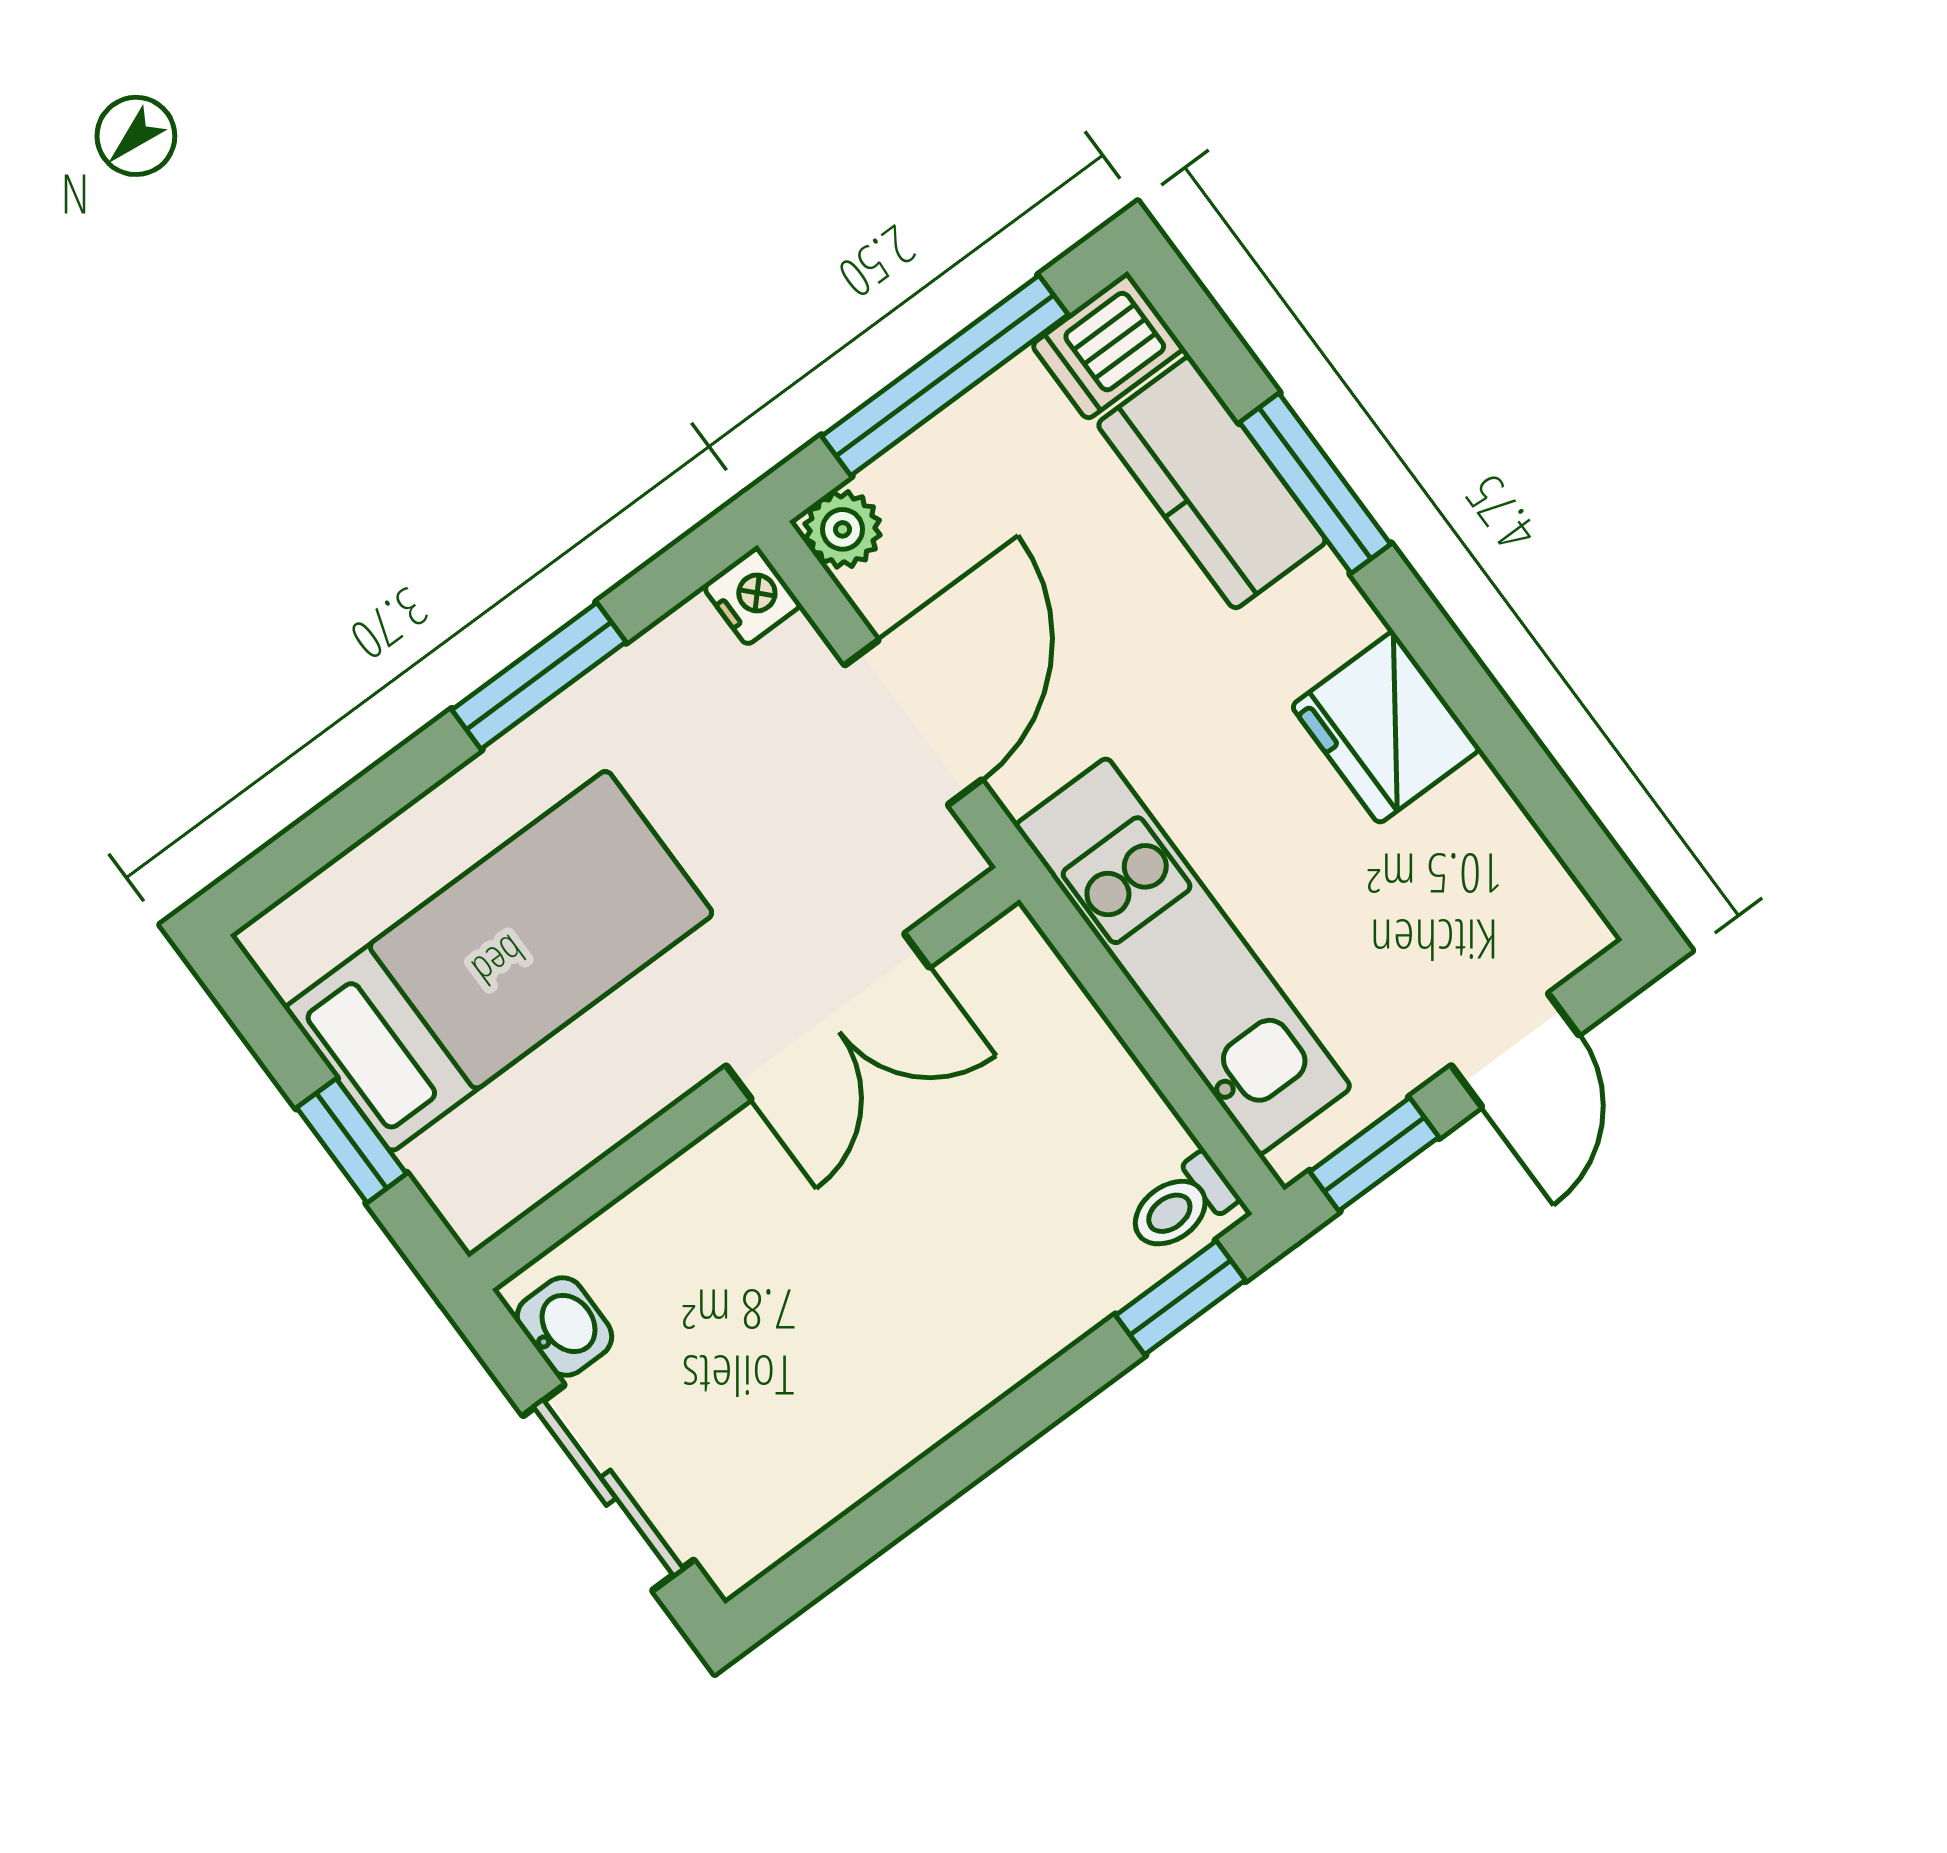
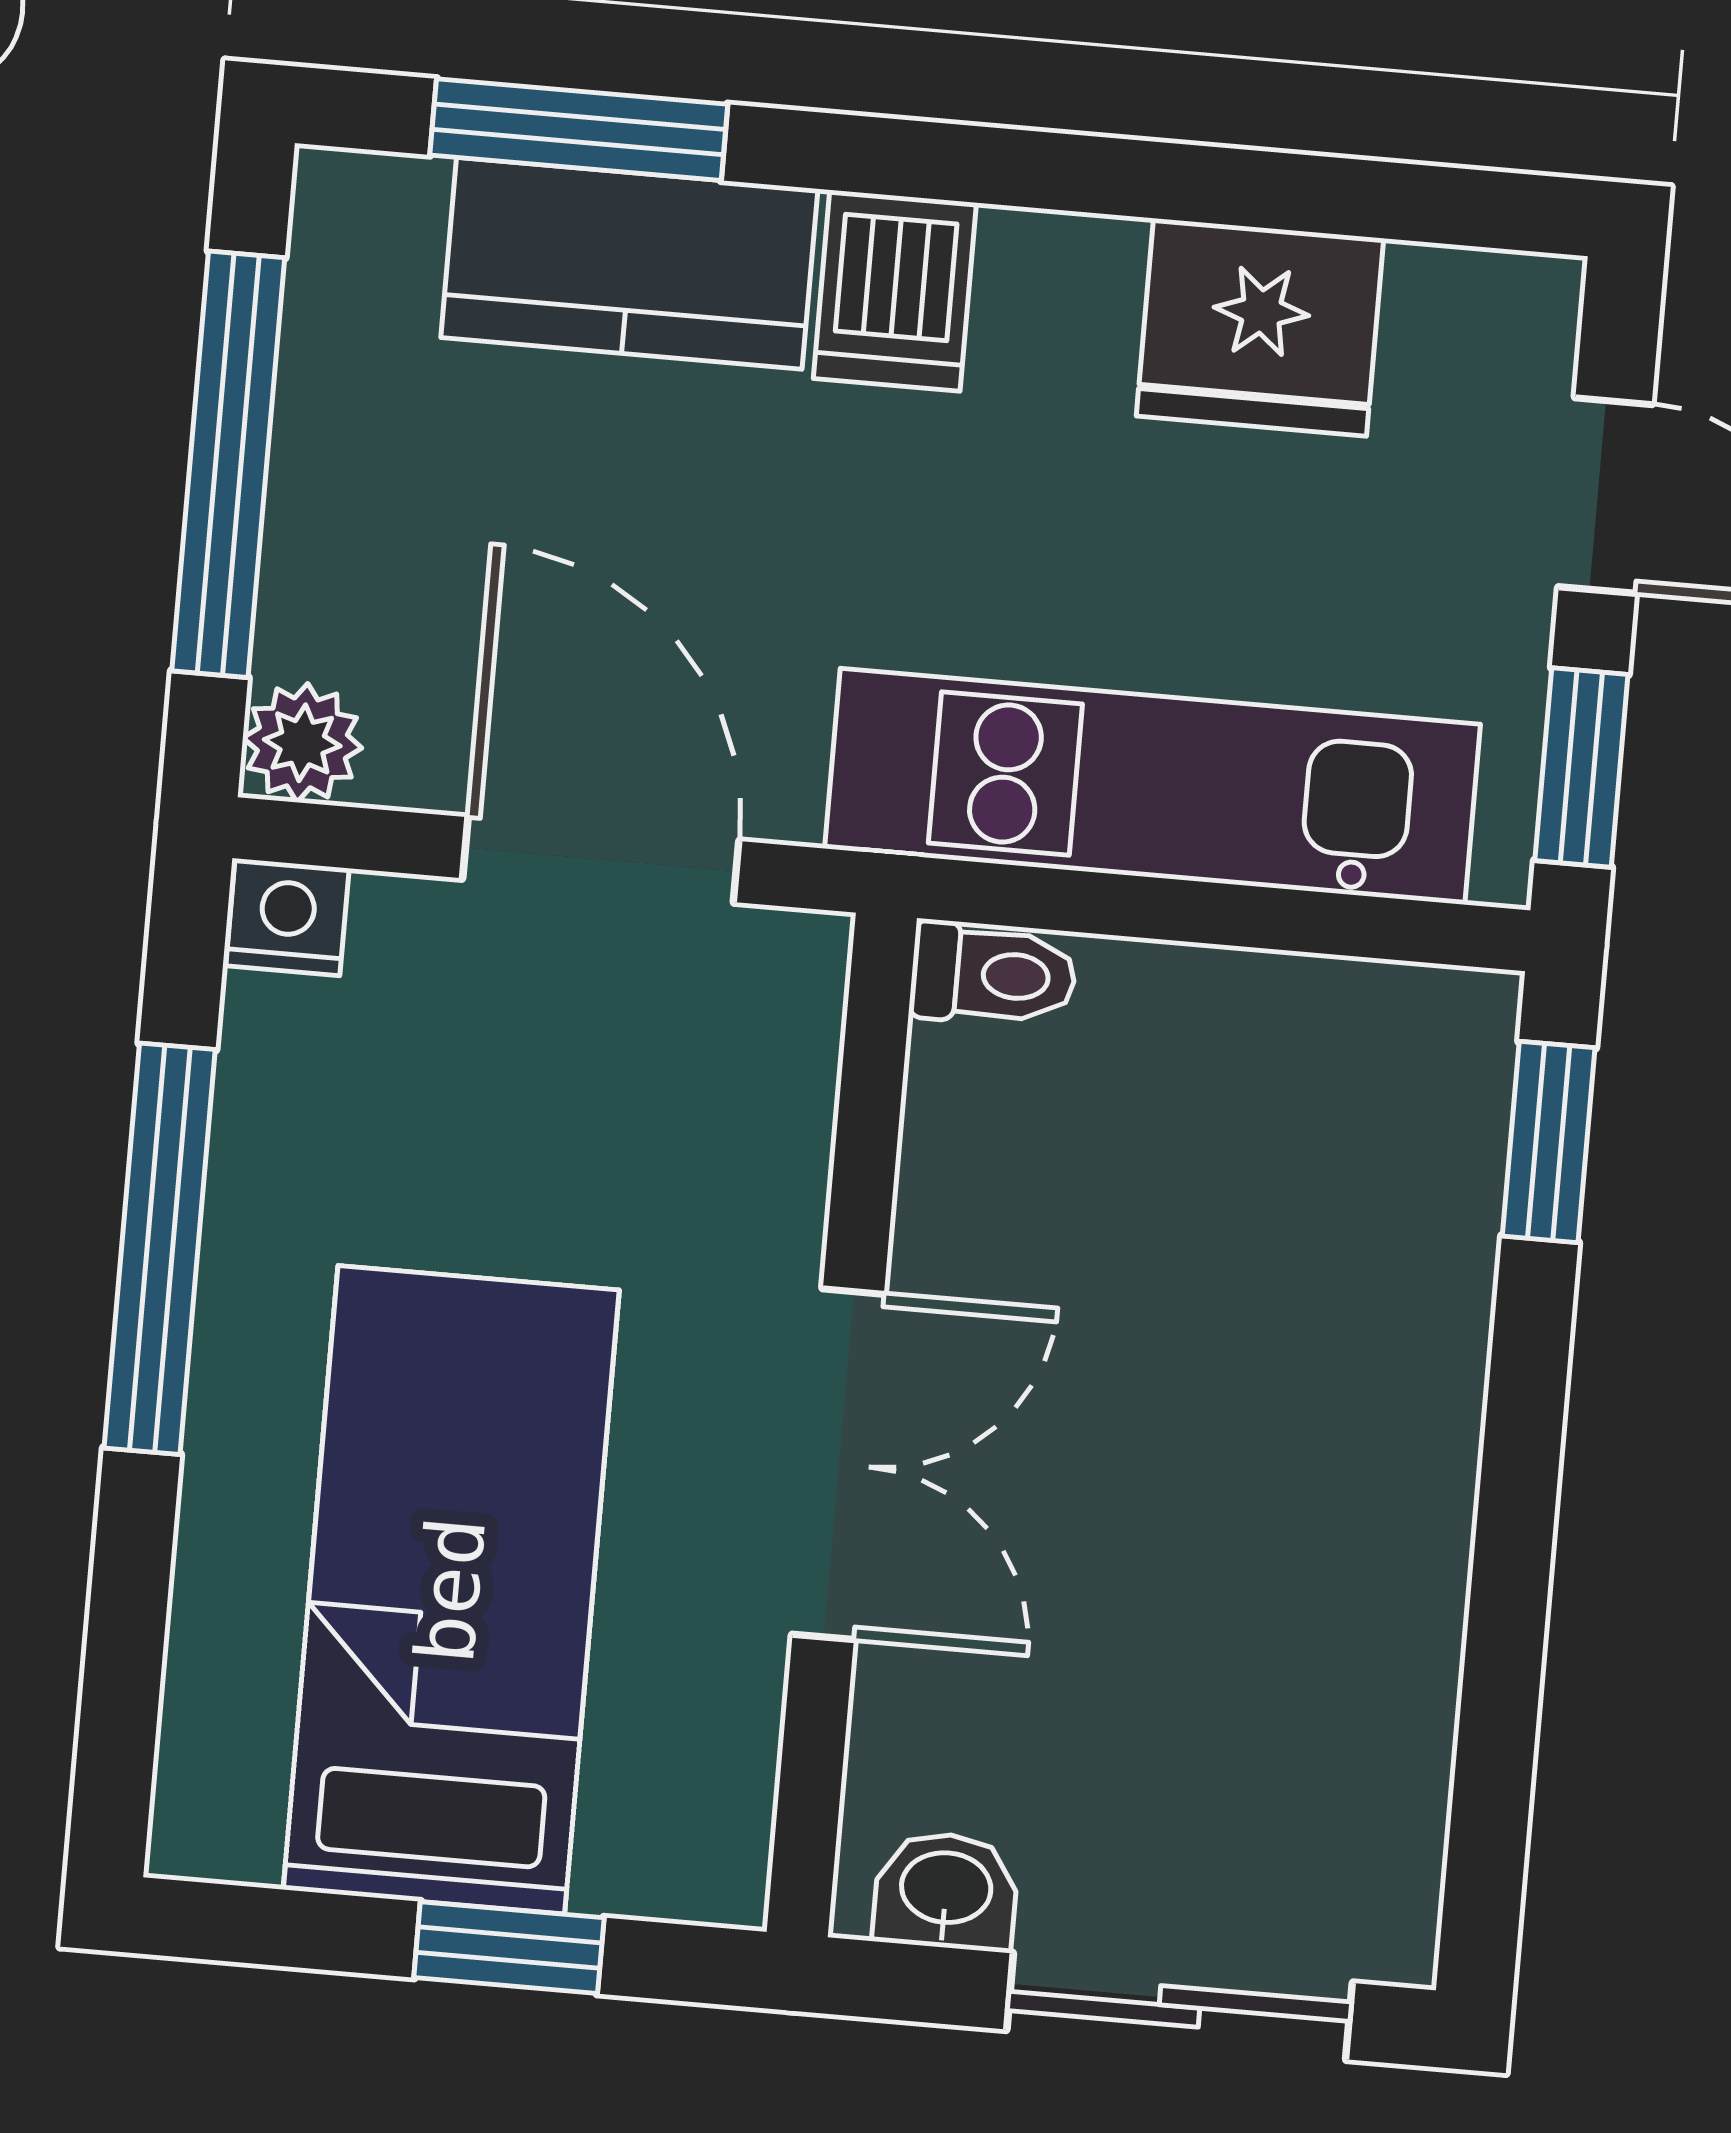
dishwasher: (1108, 347) -> (895, 291), moved
window: (1315, 483) -> (579, 130), moved
window: (539, 676) -> (160, 1249), width x1.44
fridge: (1386, 727) -> (1260, 327), moved
double door: (828, 1016) -> (838, 1464), moved
toilet: (1181, 1205) -> (993, 975), moved, turned -90

